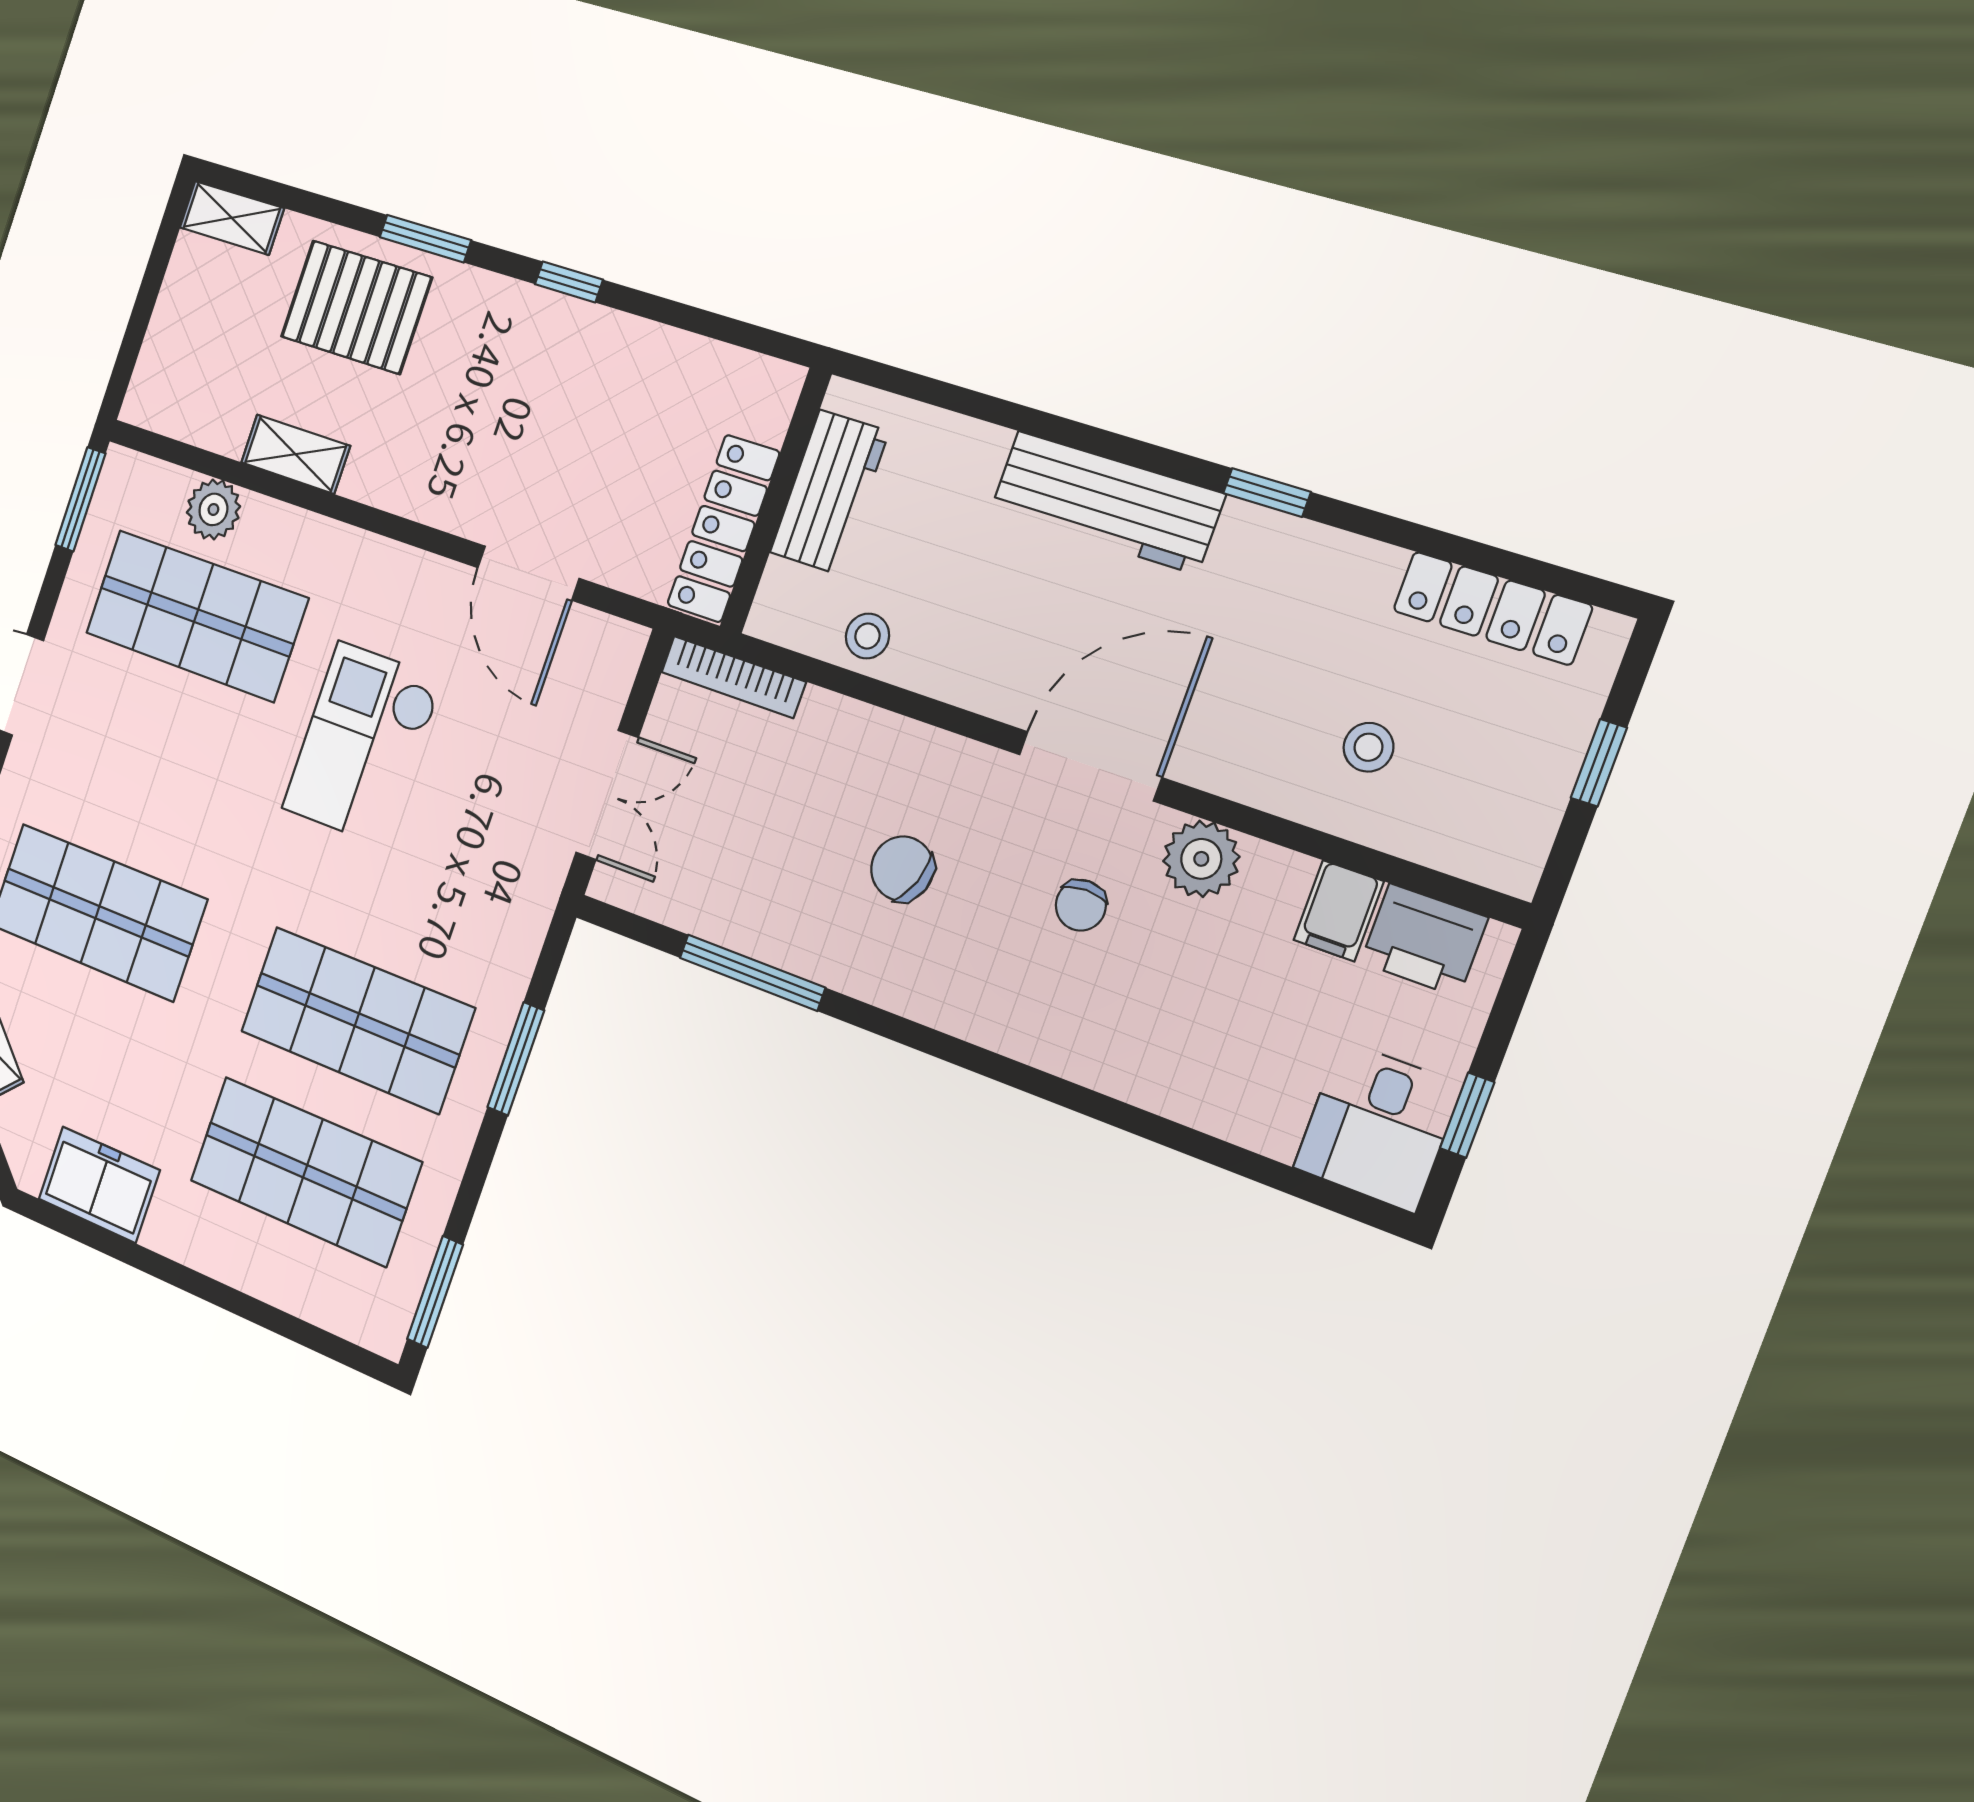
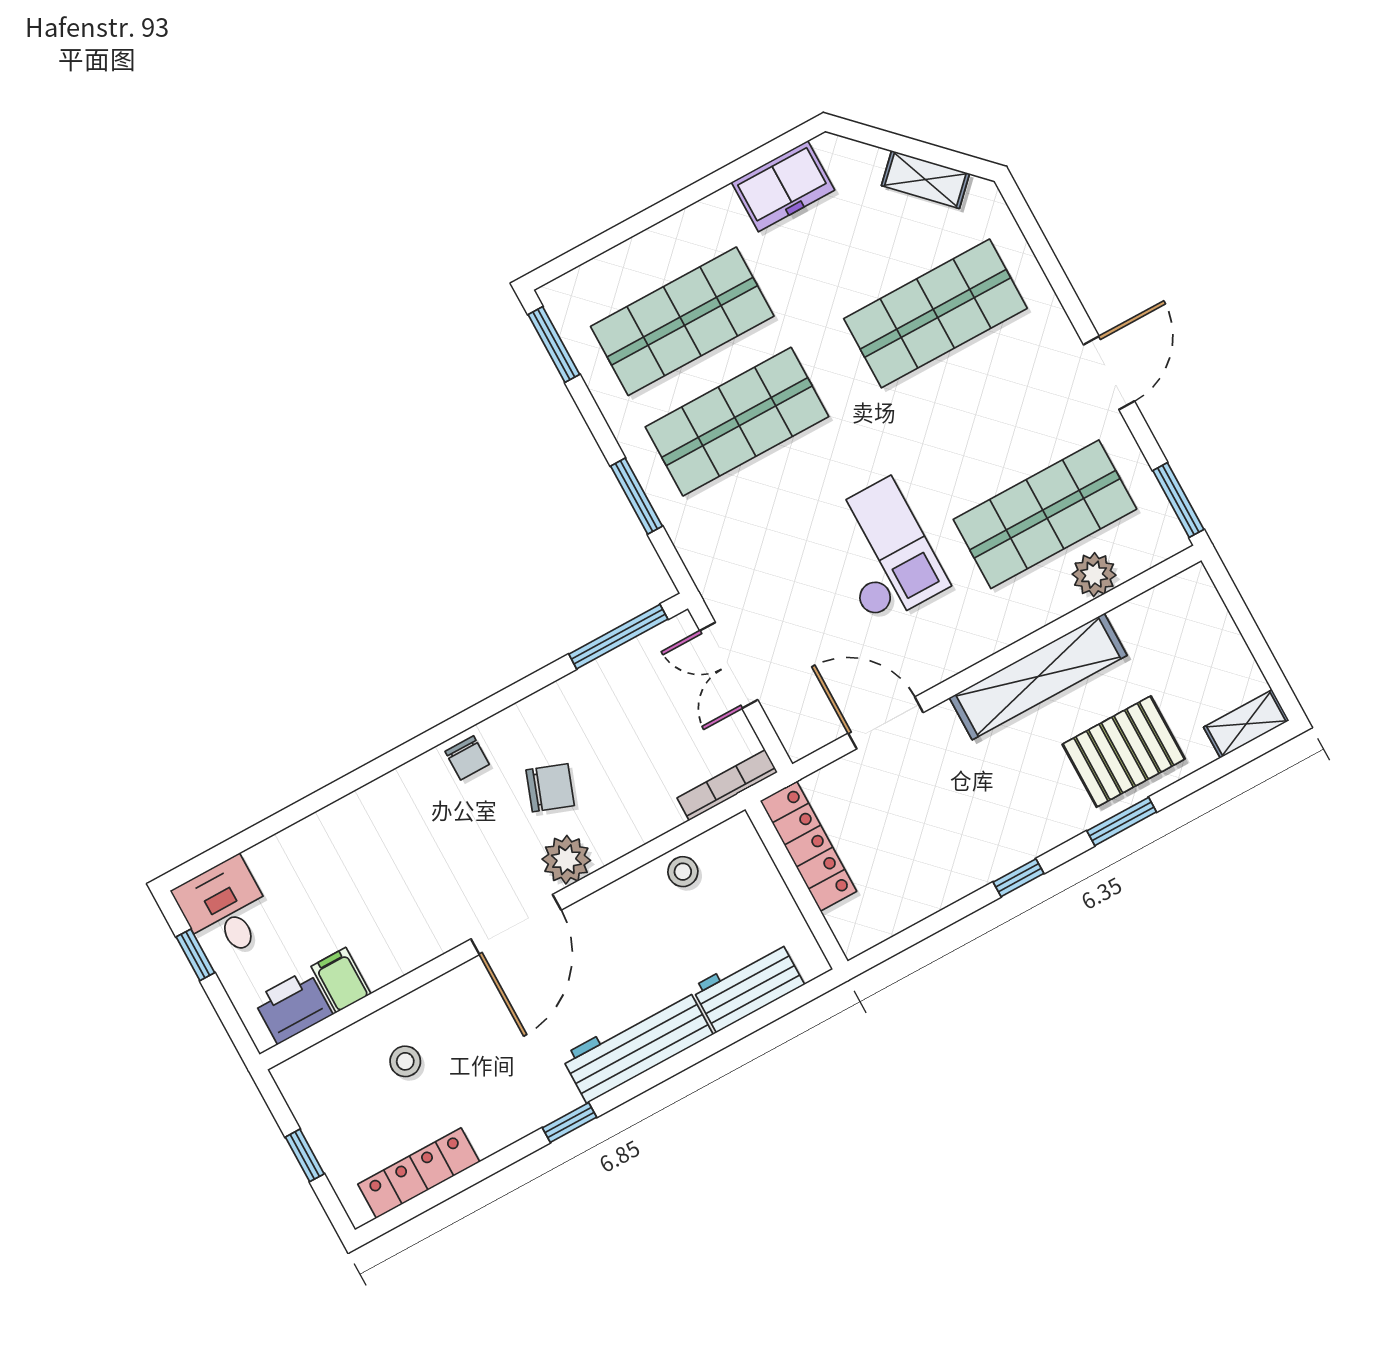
shelving: (295, 454) -> (1038, 677), width x2.20, depth x1.33
workbench: (829, 492) -> (748, 986), moved, turned 90
plant: (1201, 859) -> (566, 860), moved
chair: (1081, 905) -> (467, 758), moved, turned 180
window: (752, 973) -> (618, 637), moved

